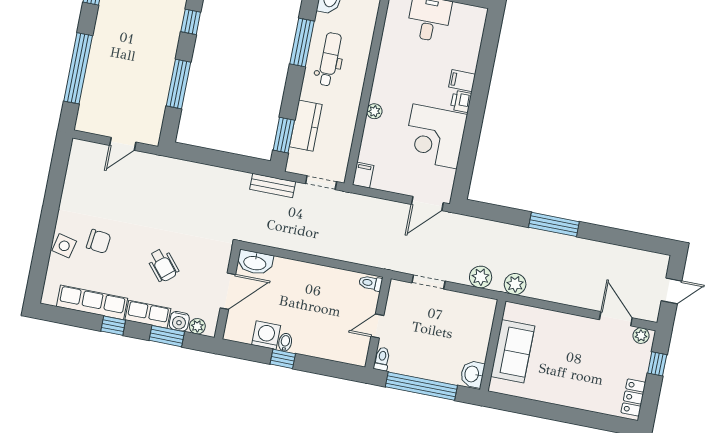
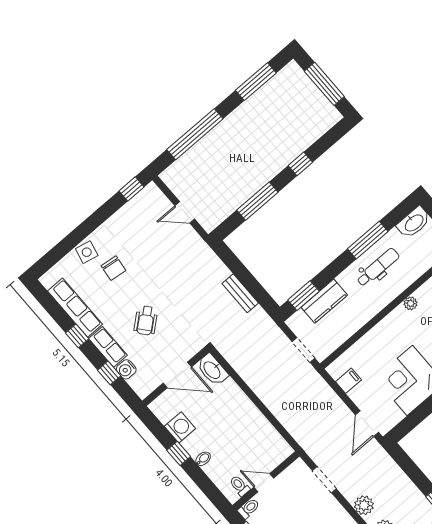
plant: (374, 111) -> (411, 303), moved
window: (60, 160) -> (132, 189), added
filing cabinet: (363, 175) -> (348, 381), moved
bench: (273, 186) -> (240, 293), moved
door: (427, 204) -> (367, 424), hinge flipped
toilet: (370, 283) -> (240, 486), moved
plant: (197, 326) -> (136, 383), removed
window: (167, 336) -> (109, 373), width x0.67
bidet: (285, 342) -> (203, 459), moved

